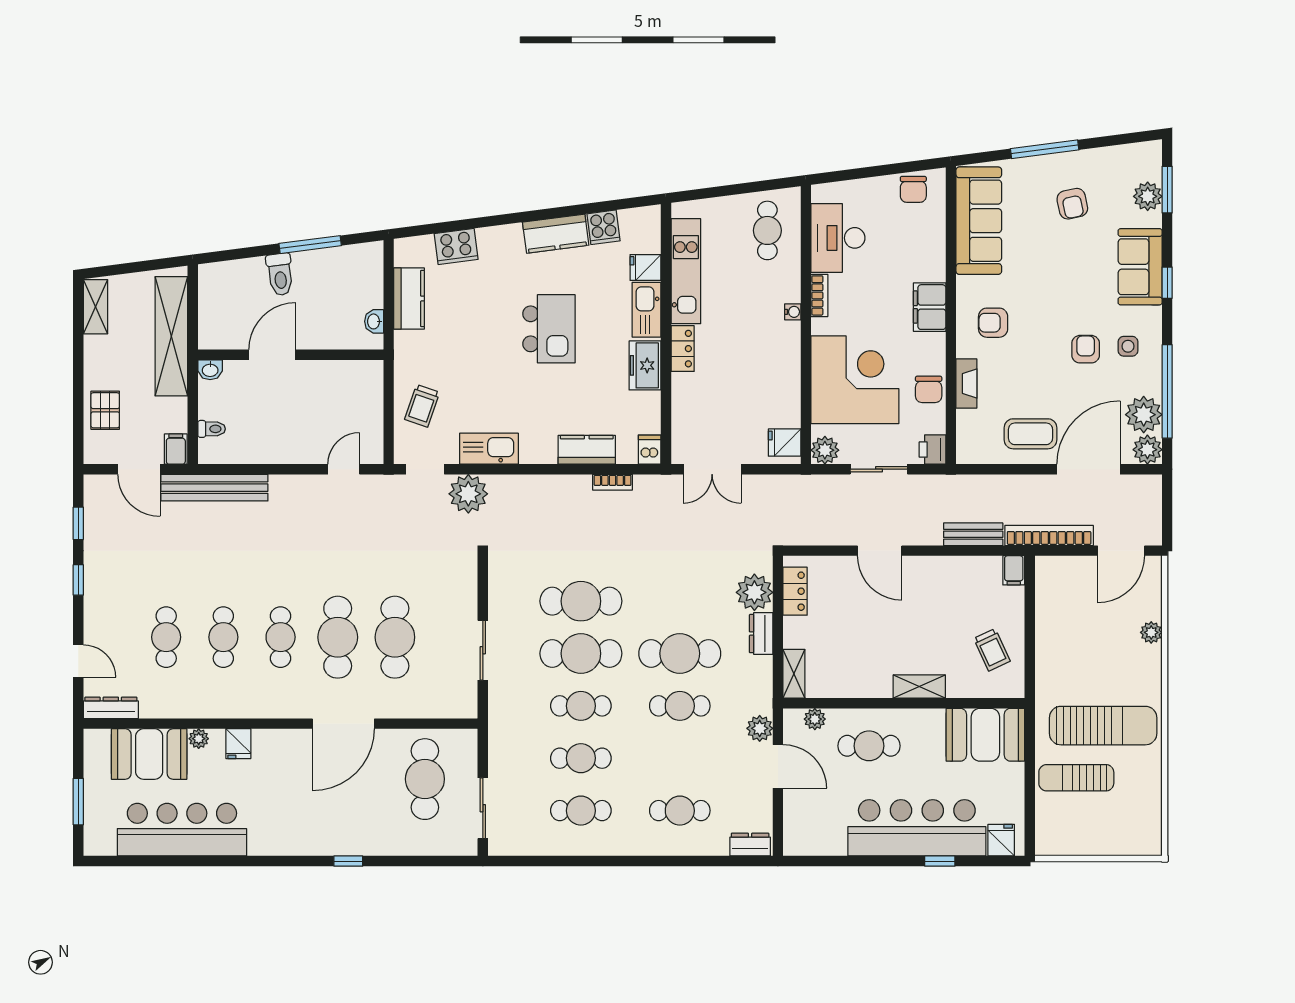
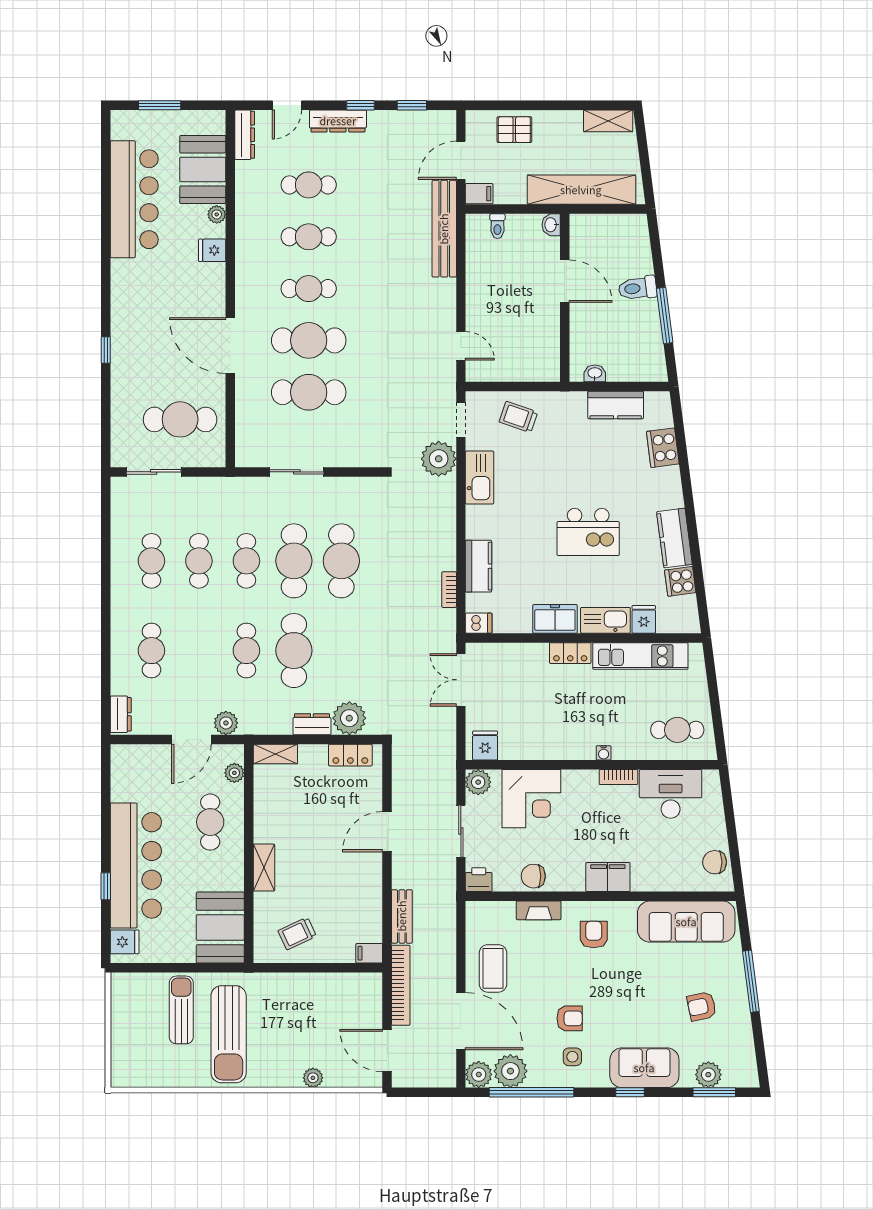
corner desk: (855, 380) -> (531, 799), width x0.74, depth x0.74
dresser: (96, 605) -> (338, 121), added

